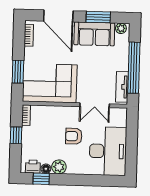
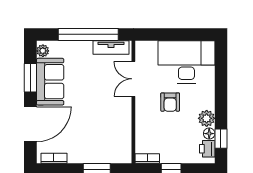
corner sofa: (50, 83) -> (109, 132), removed
double door: (95, 105) -> (133, 79), swing flipped

